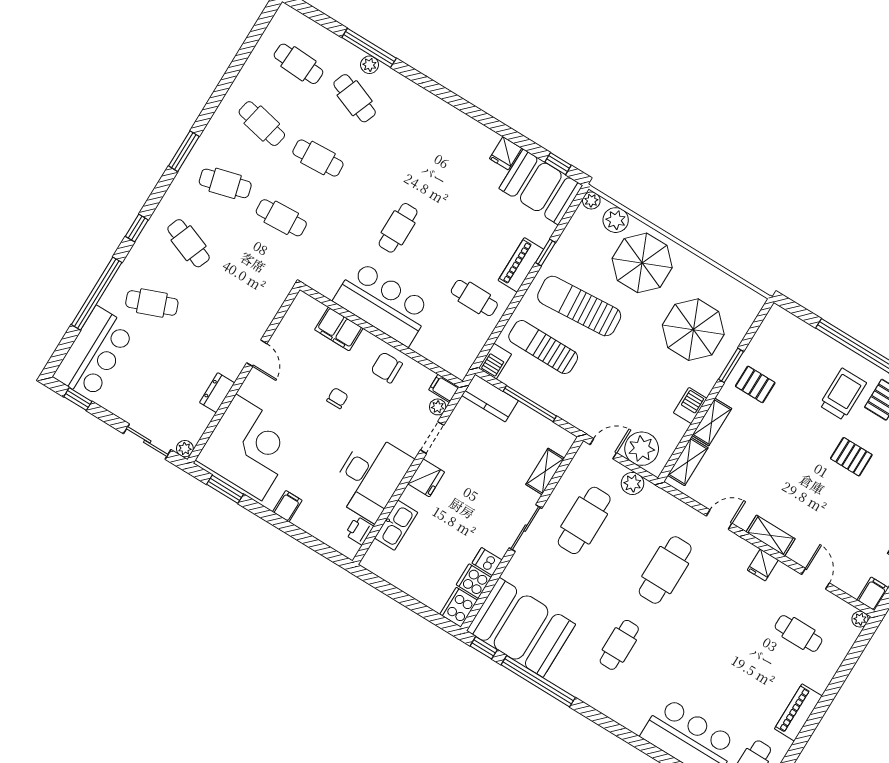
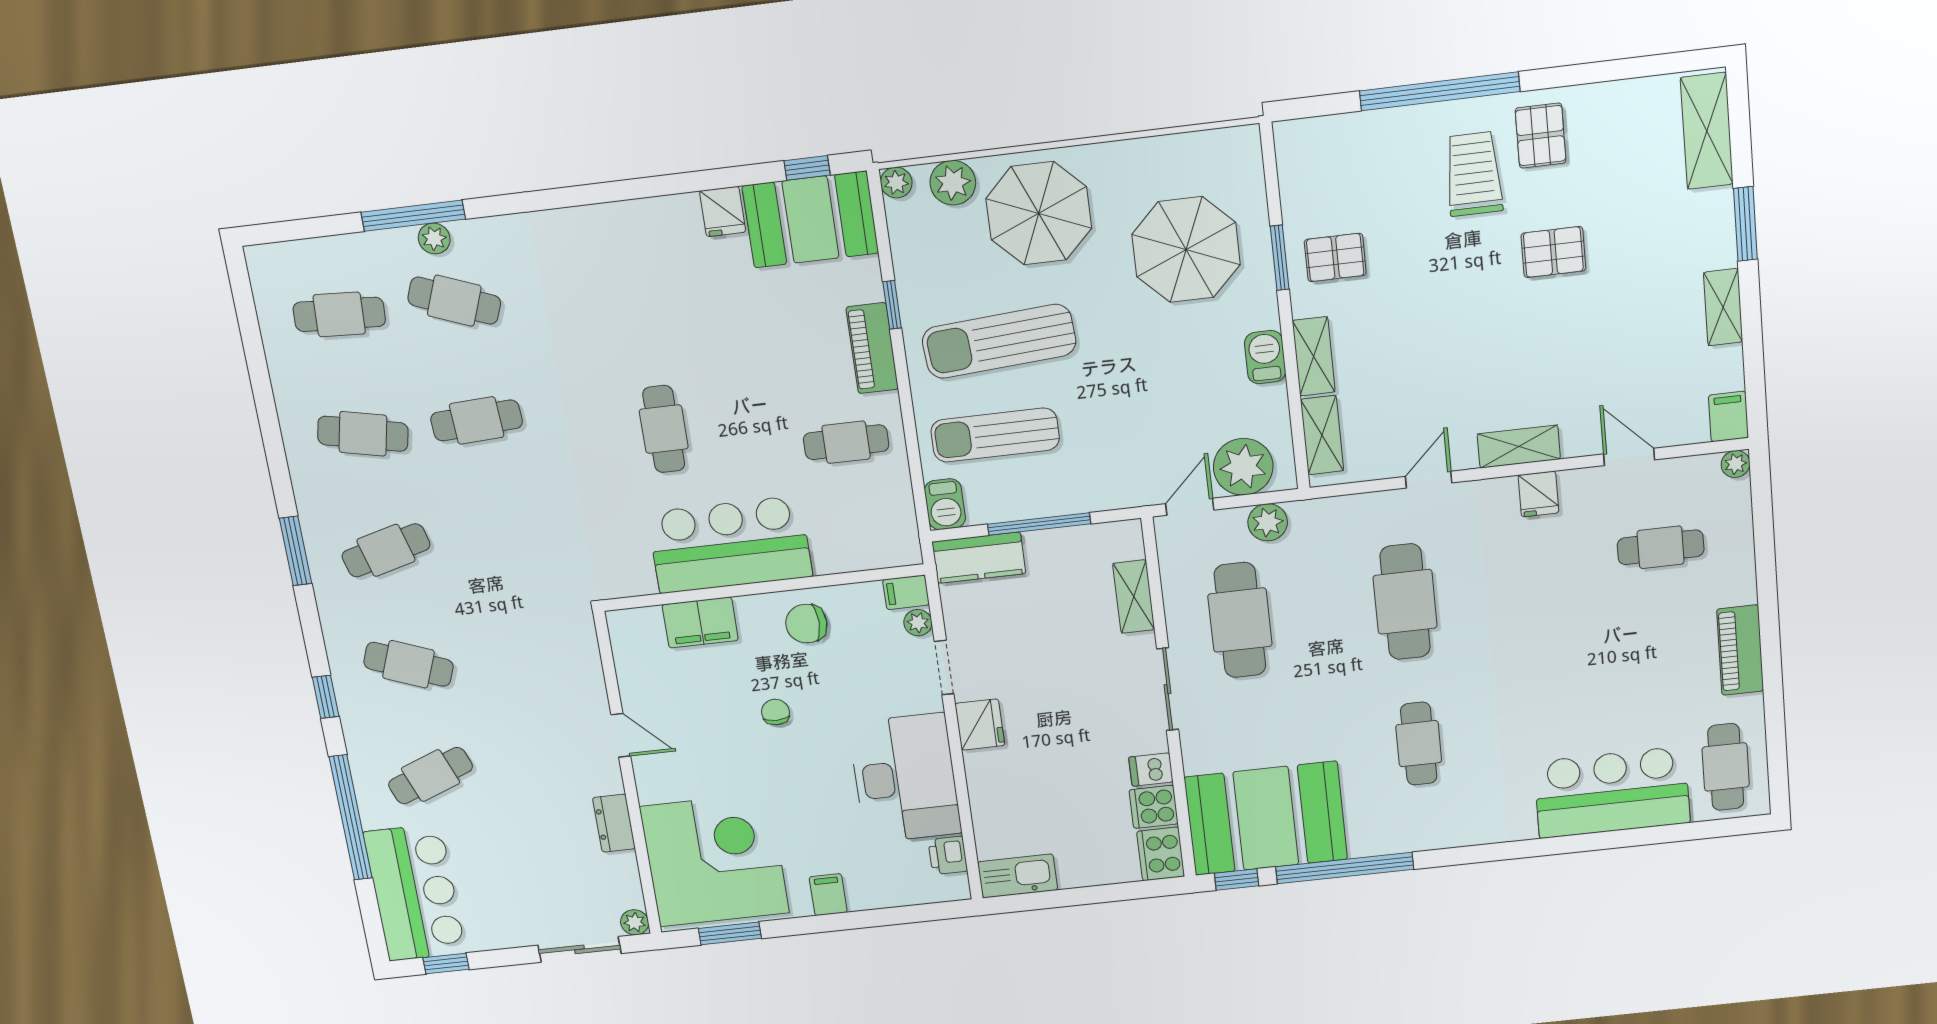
cafe table: (281, 218) -> (498, 537), removed
kitchen sink: (396, 525) -> (1018, 876), moved, turned -90

